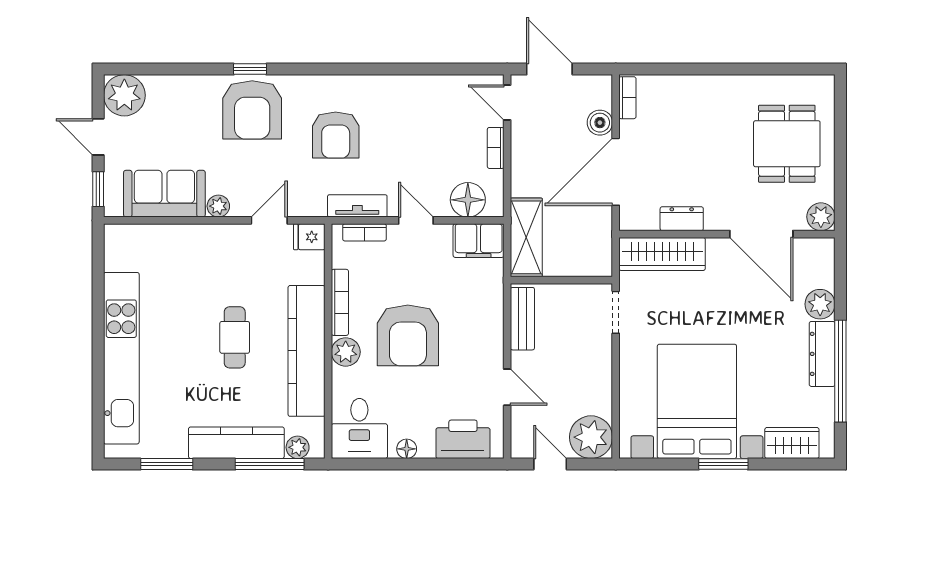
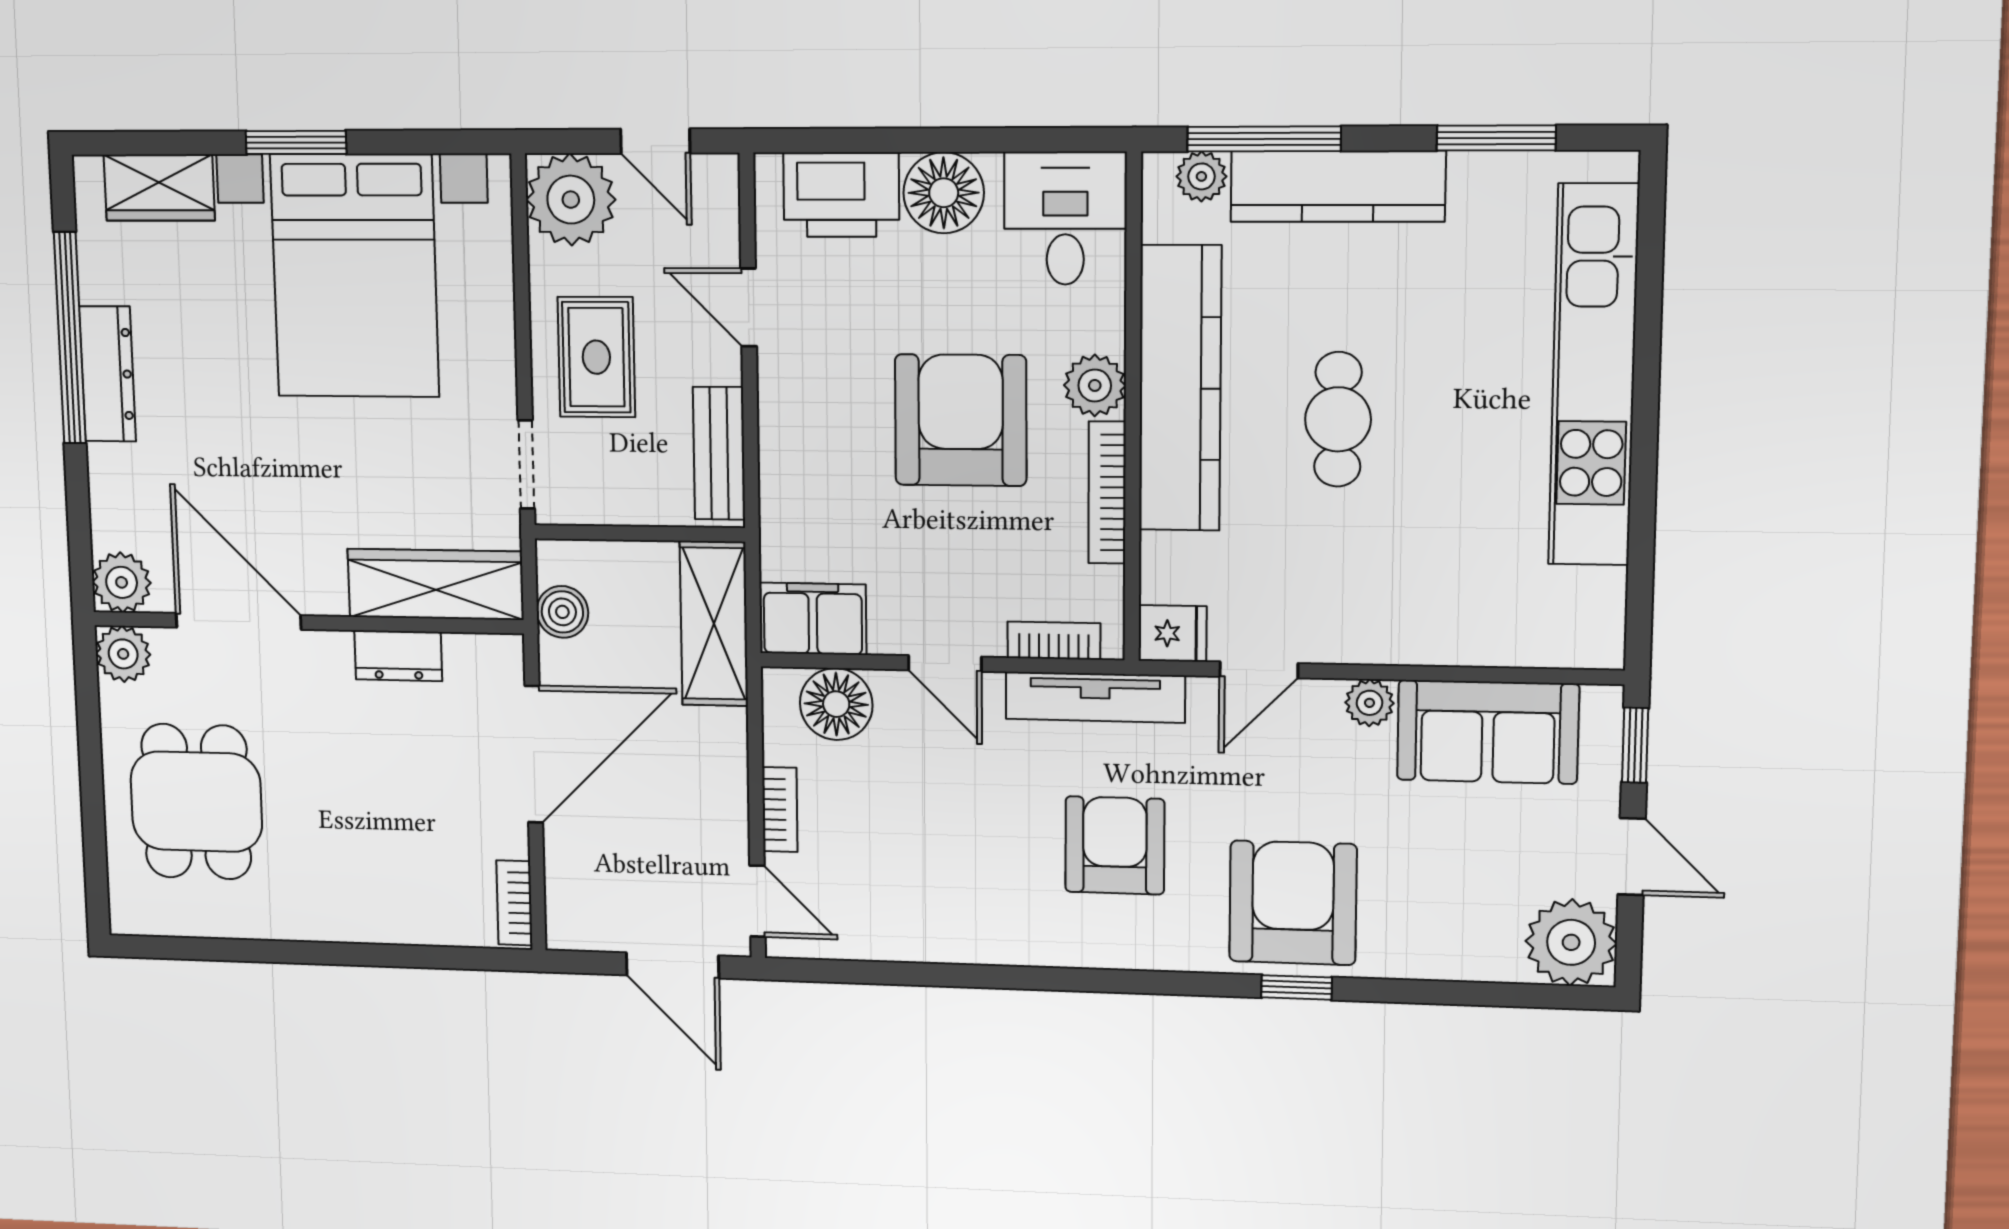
boiler: (600, 123) -> (562, 612), moved
tv unit: (357, 206) -> (1095, 697), width x1.41
plant: (820, 304) -> (122, 582), moved
rug: (580, 364) -> (596, 357), added
floor lamp: (407, 449) -> (944, 193), width x1.89, depth x1.89

